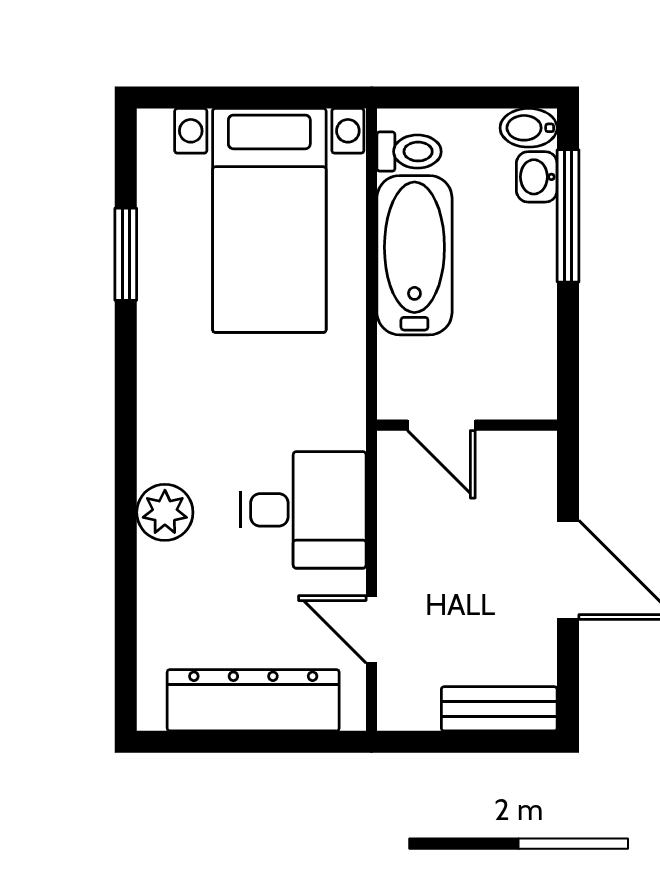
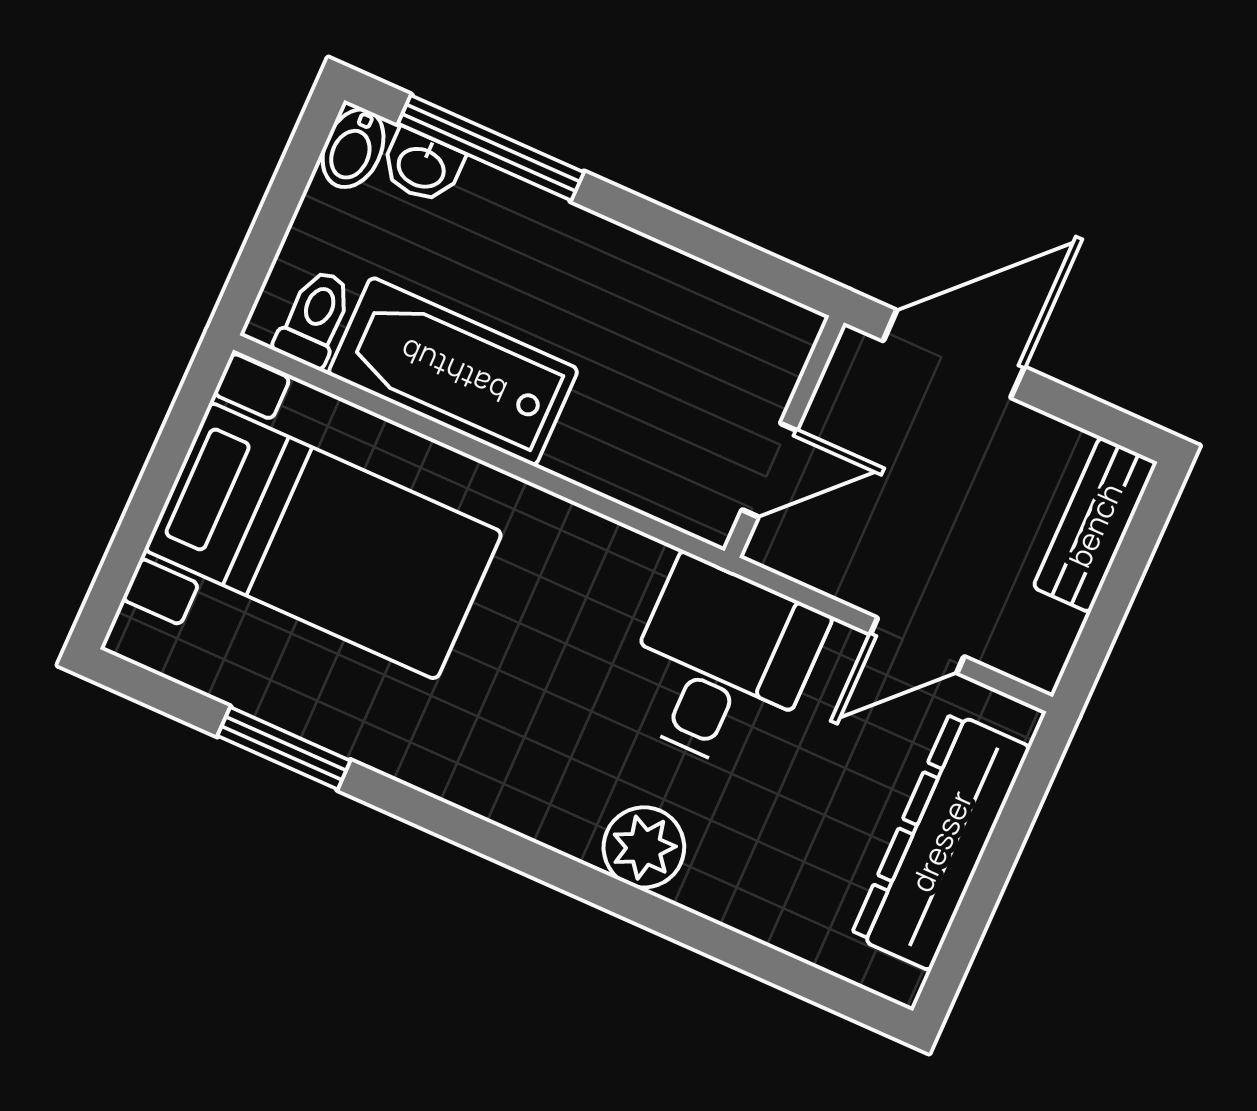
door: (441, 425) -> (769, 470), moved
wall: (467, 425) -> (784, 437), moved

